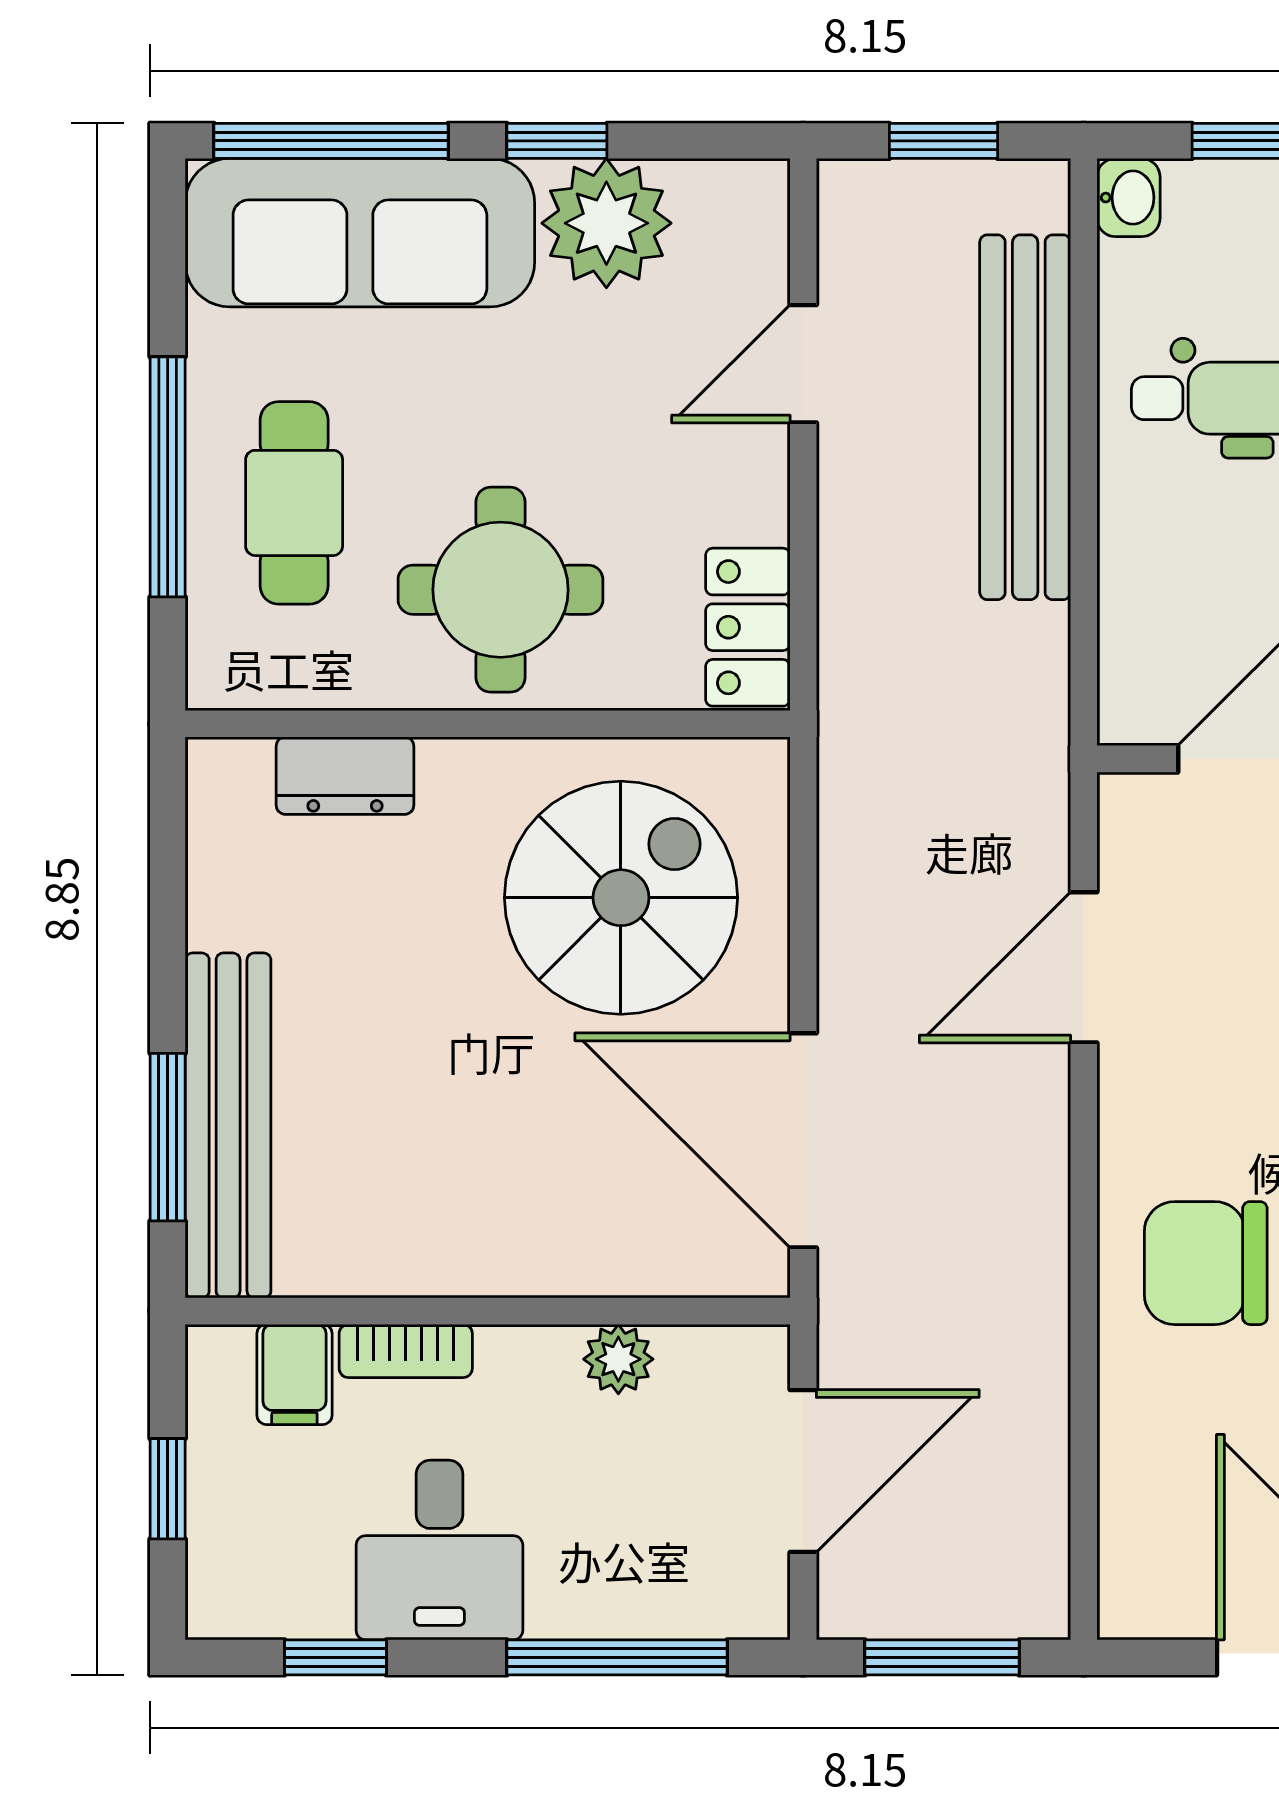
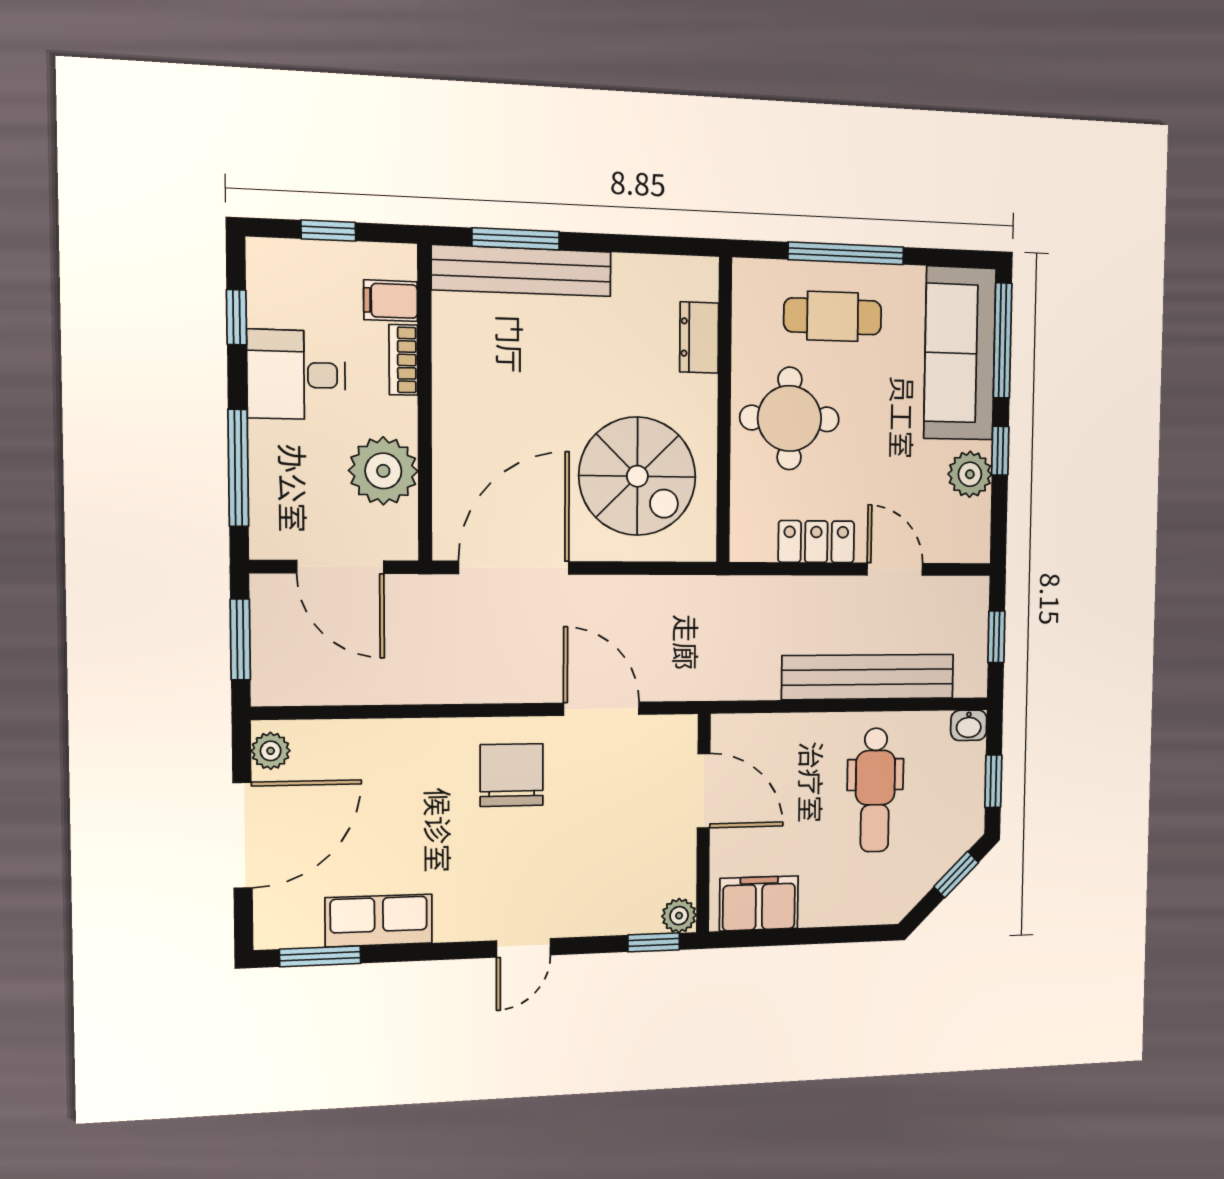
plant: (606, 223) -> (970, 474), width x0.73, depth x0.73
locker: (748, 627) -> (816, 542), moved
chair: (1206, 1263) -> (512, 775), moved
plant: (618, 1359) -> (383, 471), width x1.88, depth x1.88
plant: (1157, 1604) -> (271, 751), added

